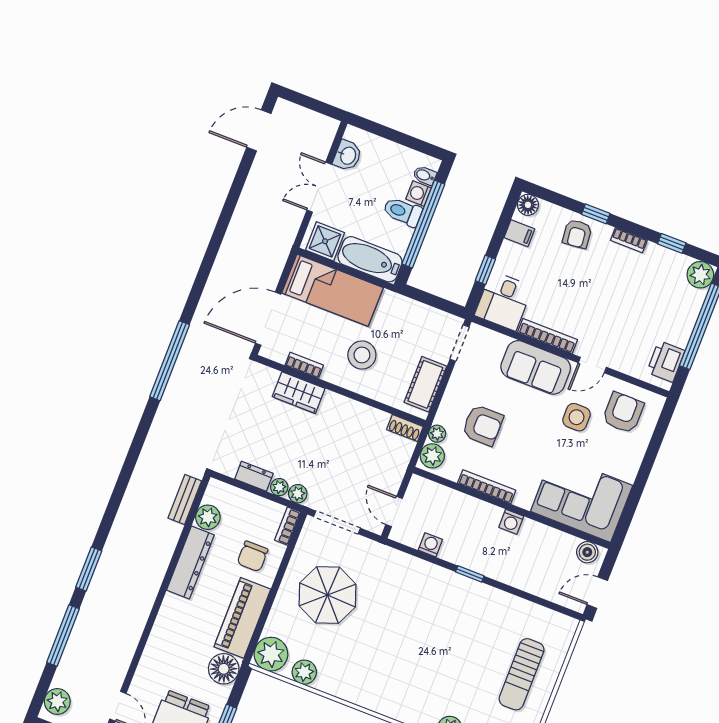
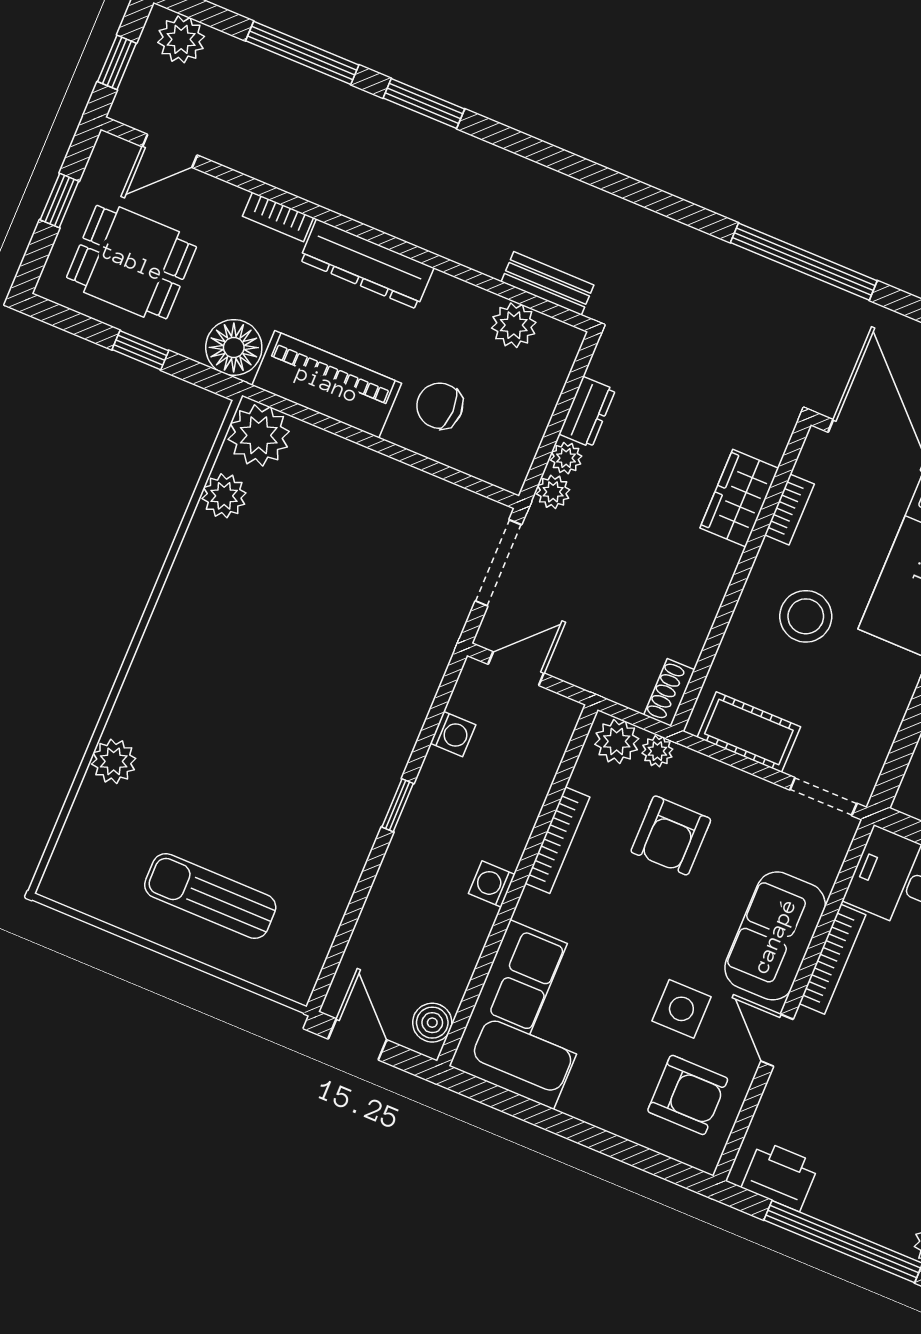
bookcase: (288, 526) -> (278, 217), moved, turned 180
dresser: (190, 562) -> (367, 264), moved
parasol: (327, 595) -> (365, 542), removed

